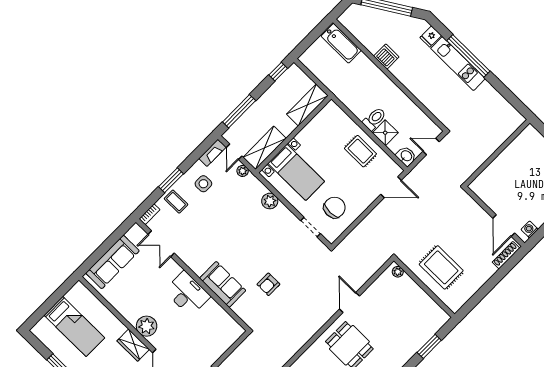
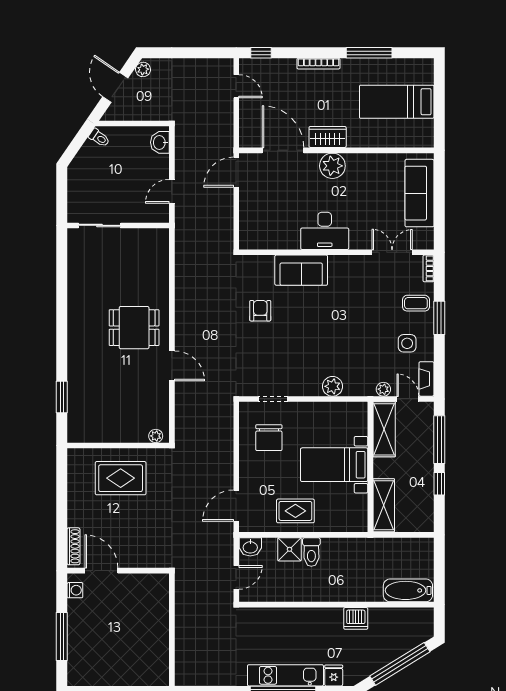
window: (278, 72) -> (439, 484), moved
bed with nightstands: (296, 172) -> (334, 465), moved

